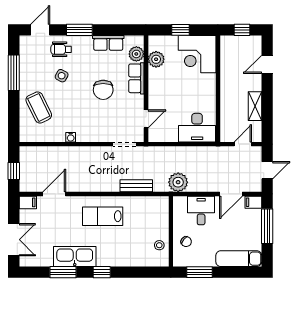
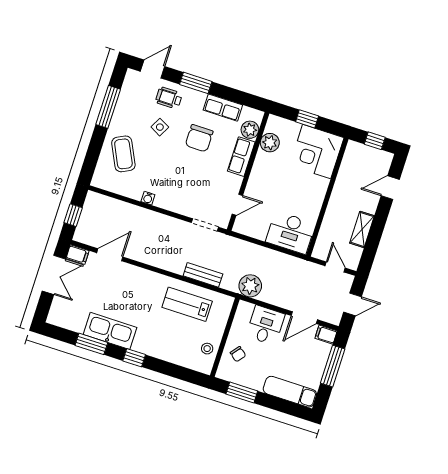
chair: (103, 90) -> (199, 138), moved
door: (243, 144) -> (335, 267), hinge flipped
lab bench: (103, 216) -> (187, 304), moved
double door: (14, 240) -> (54, 275), moved

